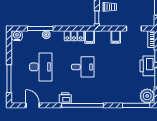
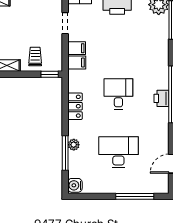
filing cabinet: (90, 37) -> (77, 62), moved
printer: (65, 98) -> (161, 98), moved

